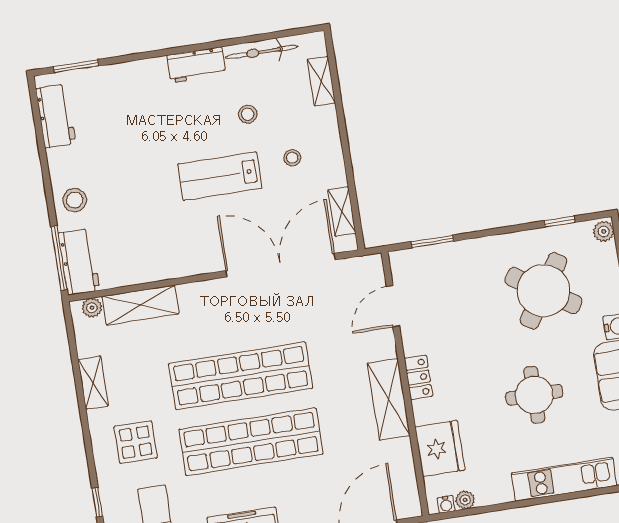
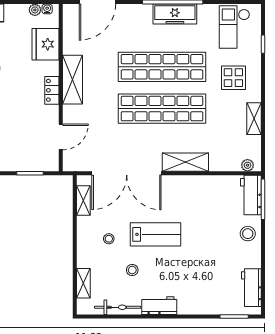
shelving: (141, 305) -> (185, 162), moved

